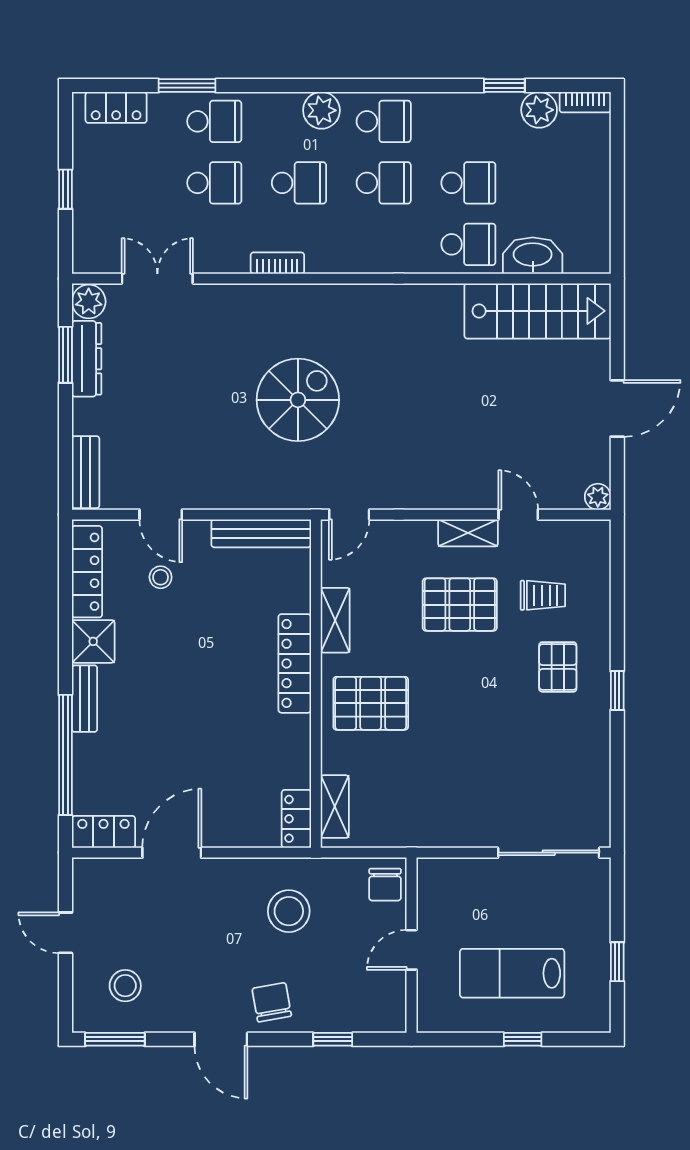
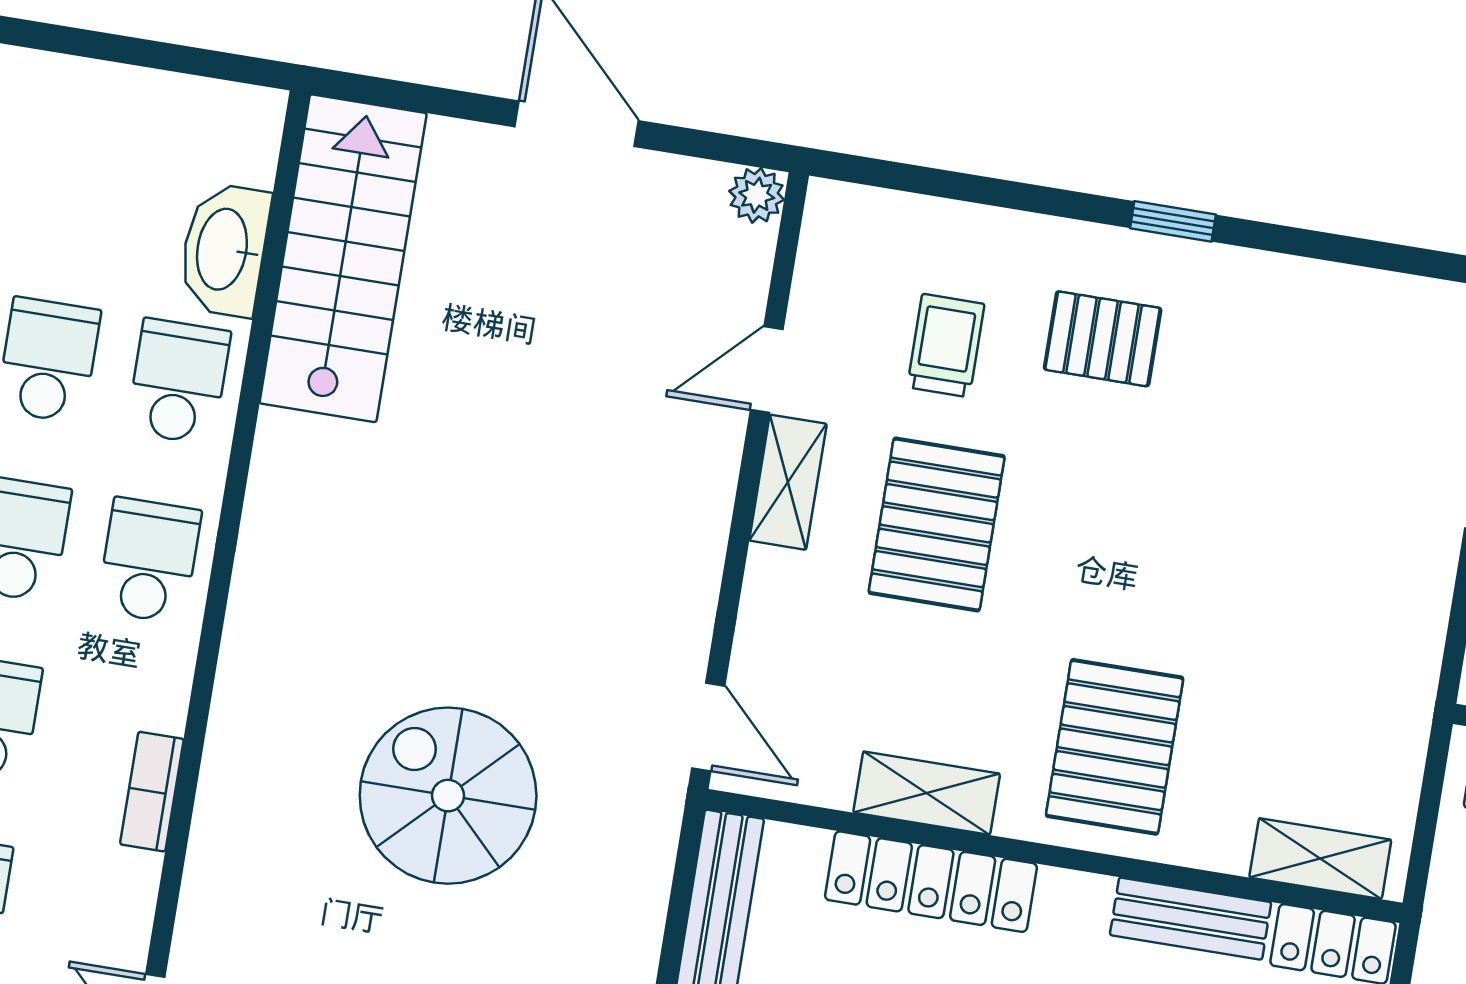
school desk: (384, 244) -> (149, 561), added
locker: (295, 663) -> (931, 882), moved
bench: (297, 751) -> (1191, 919), added

